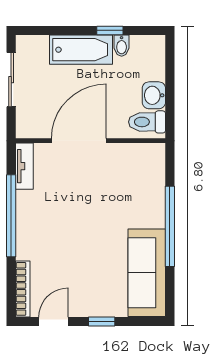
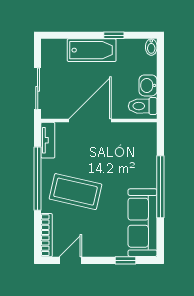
bidet: (122, 46) -> (151, 47), moved
sliding door: (11, 80) -> (38, 89), moved
coffee table: (60, 233) -> (76, 192), added
window: (102, 322) -> (125, 260), moved

